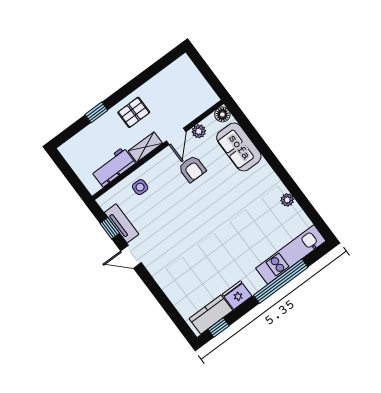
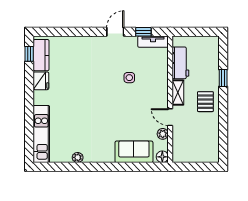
armchair: (192, 169) -> (142, 112), removed
side table: (140, 187) -> (129, 78), moved
tv unit: (122, 223) -> (153, 42), moved
window: (281, 281) -> (29, 115), removed

